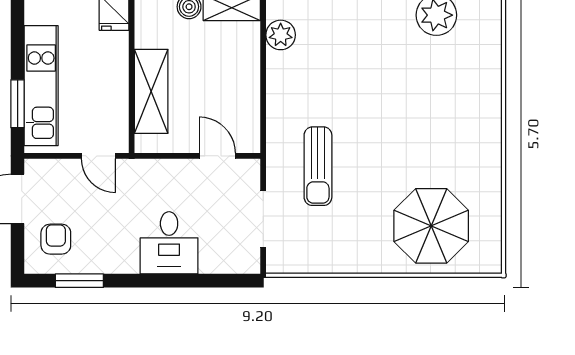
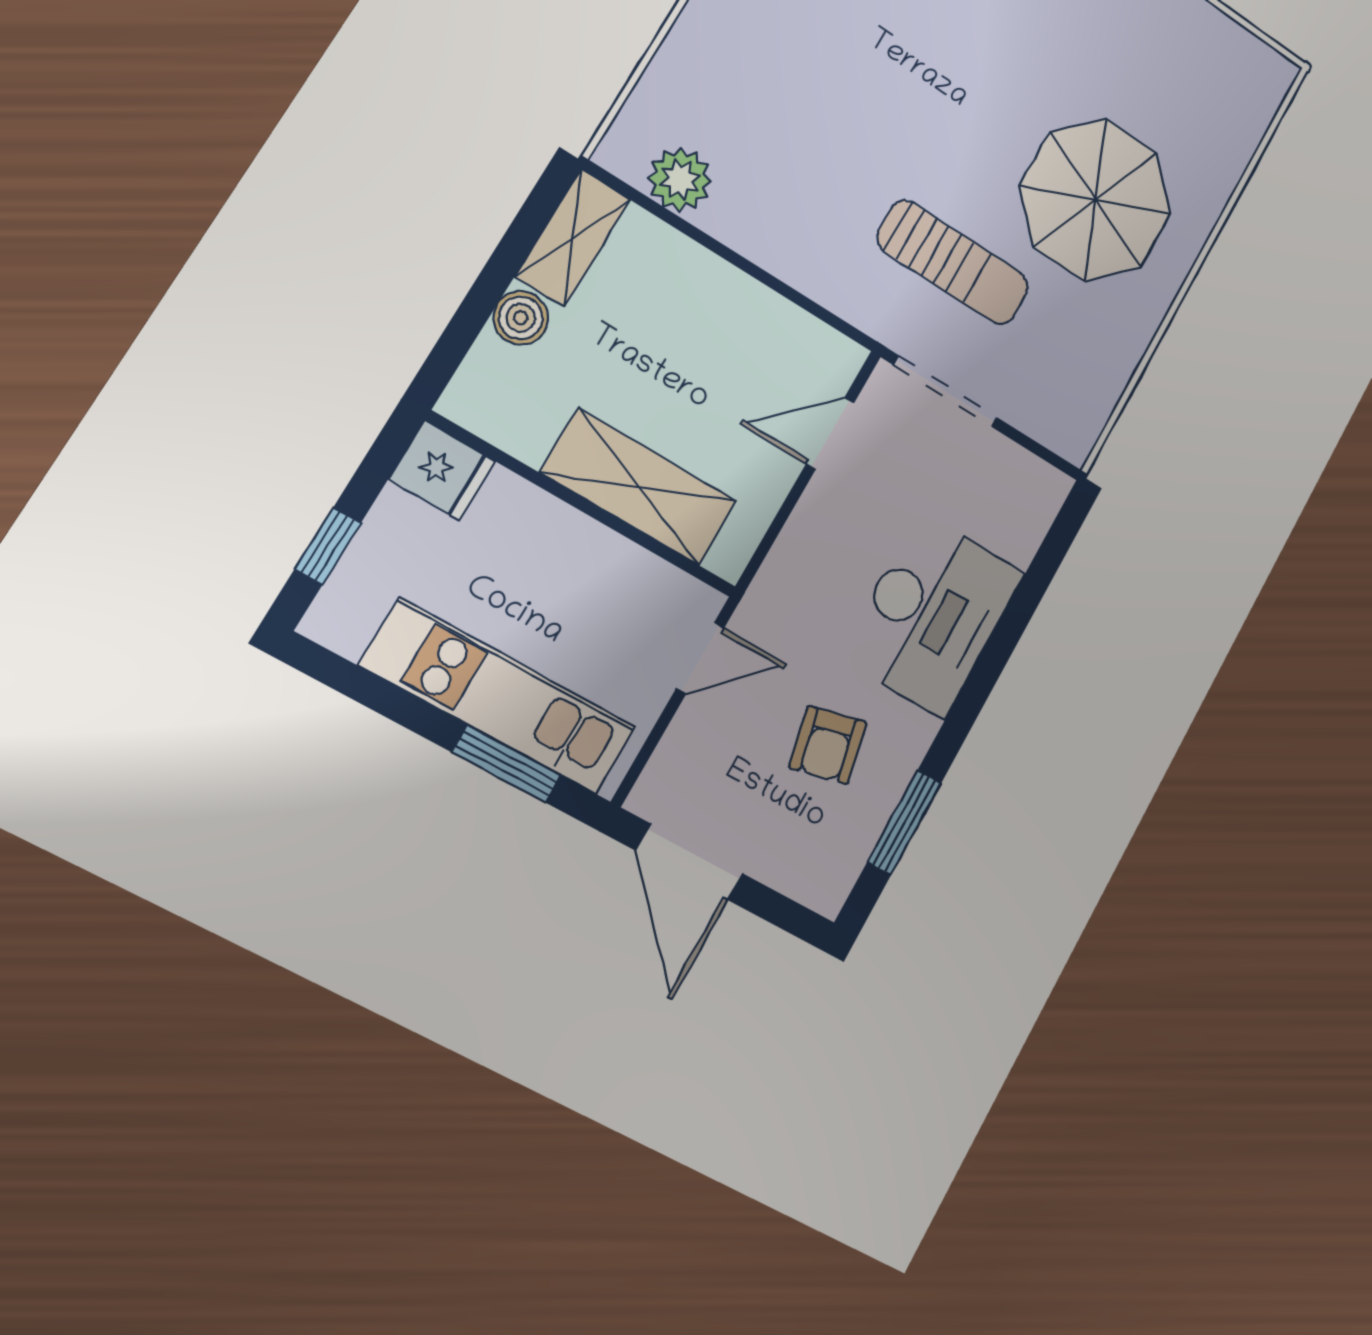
doorway: (263, 219) -> (945, 391), moved
parasol: (431, 226) -> (1096, 200), moved
armchair: (56, 239) -> (828, 745), moved, turned -103
desk: (169, 243) -> (932, 615), width x1.37

